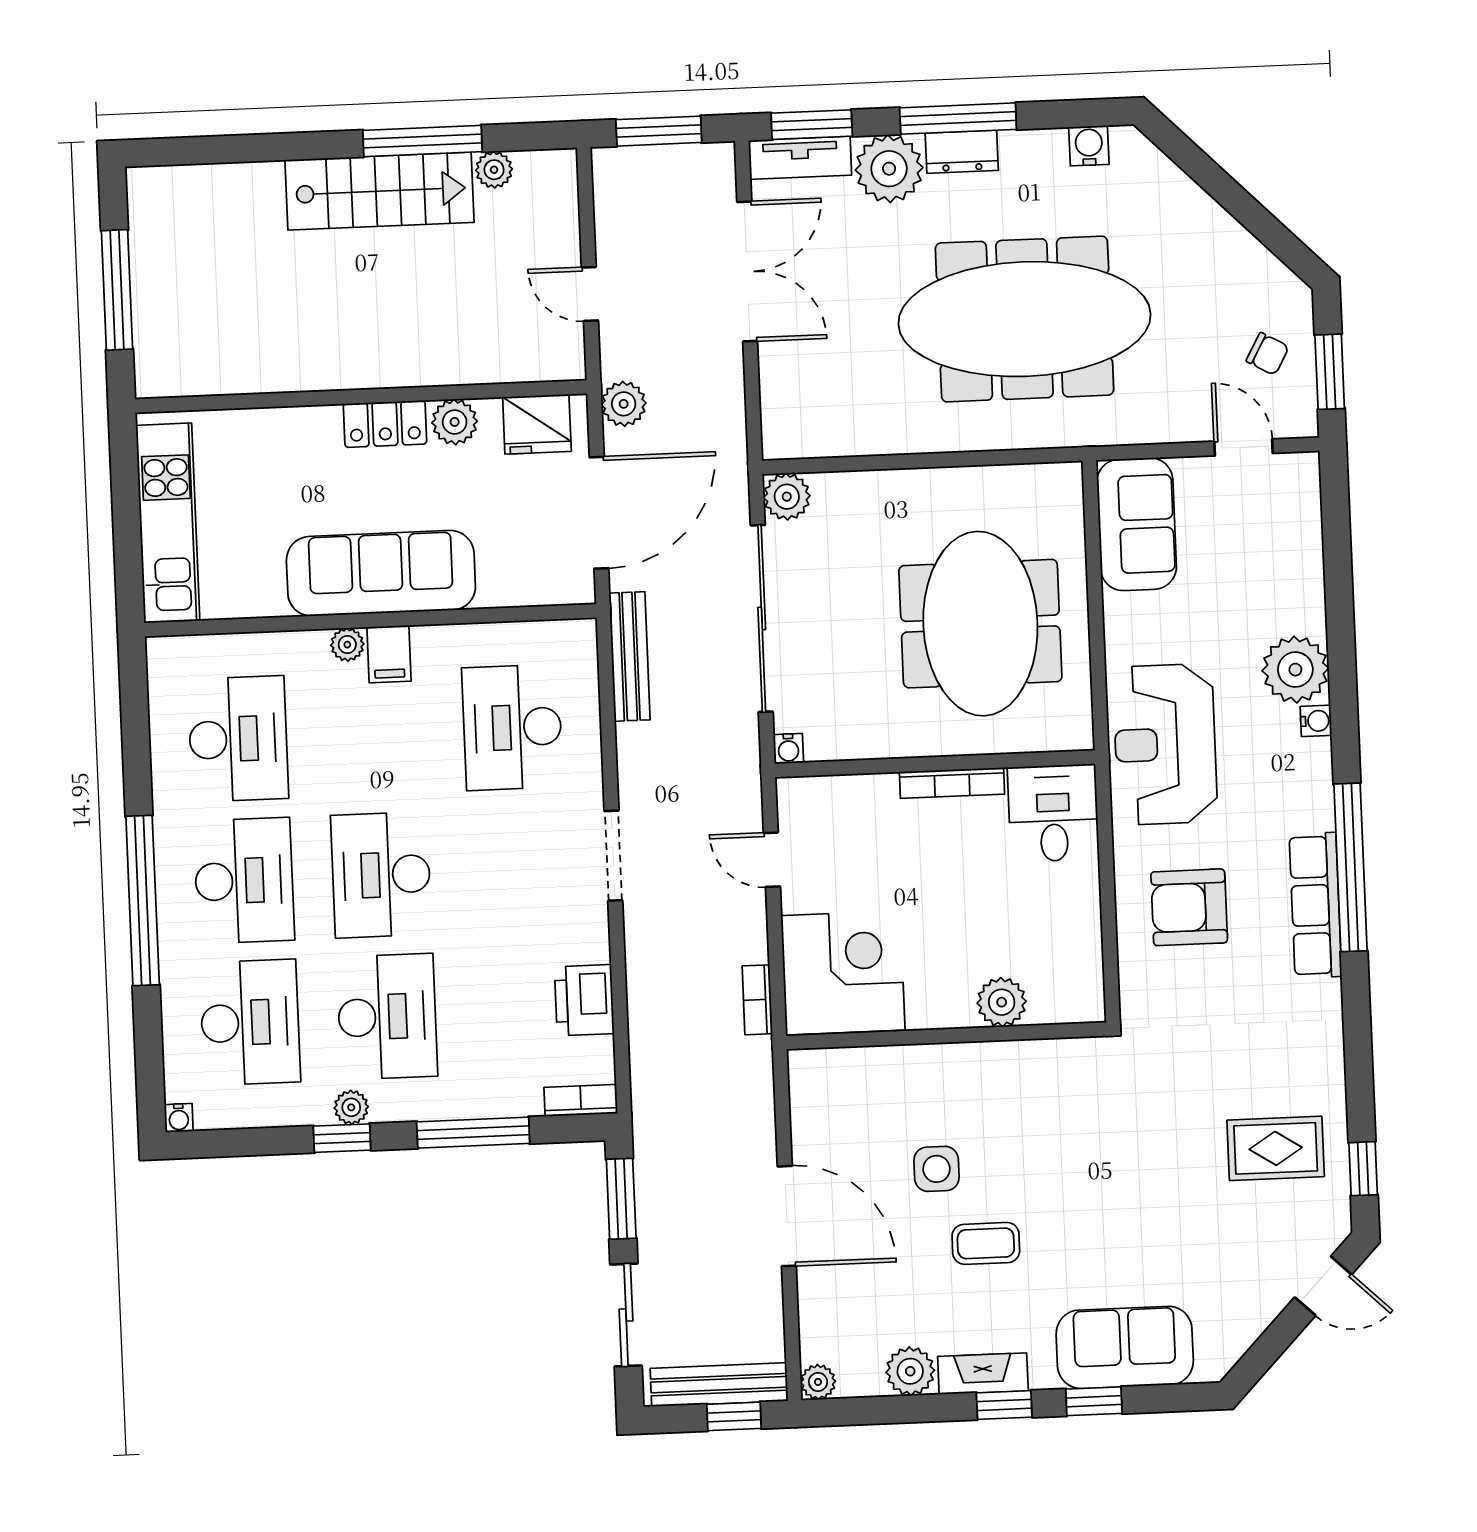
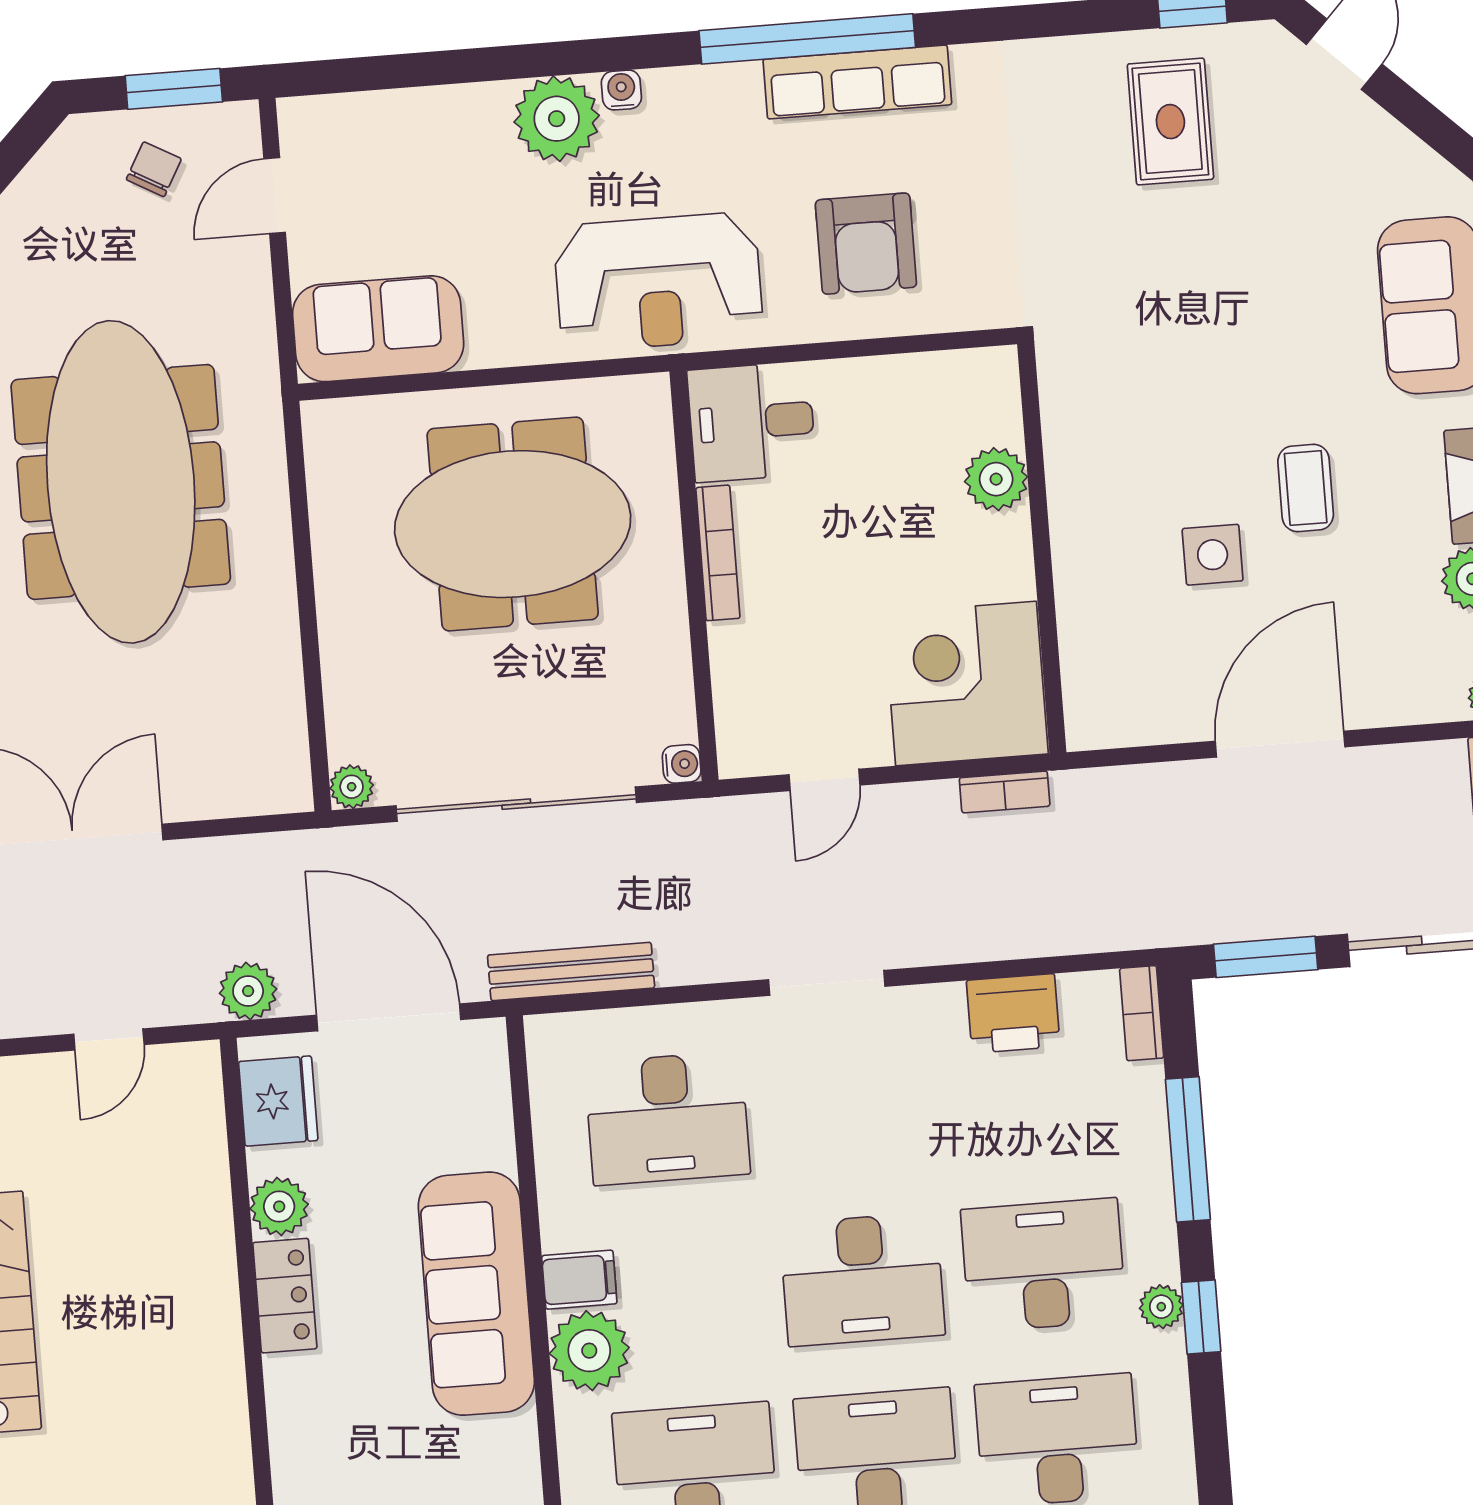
plant: (787, 497) -> (352, 787), width x0.73, depth x0.73
plant: (347, 645) -> (589, 1351), width x1.88, depth x1.88

